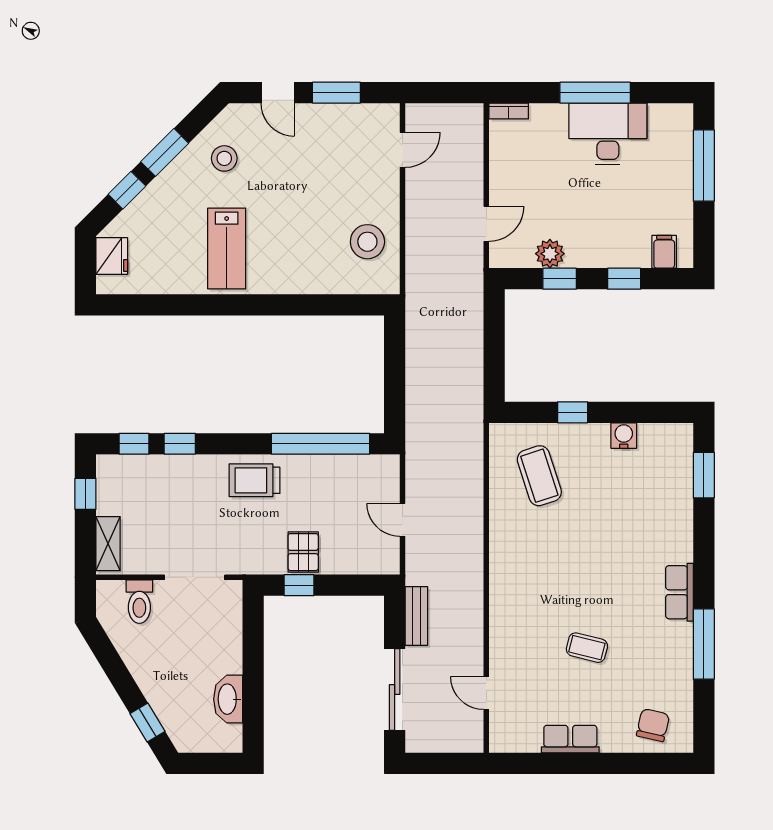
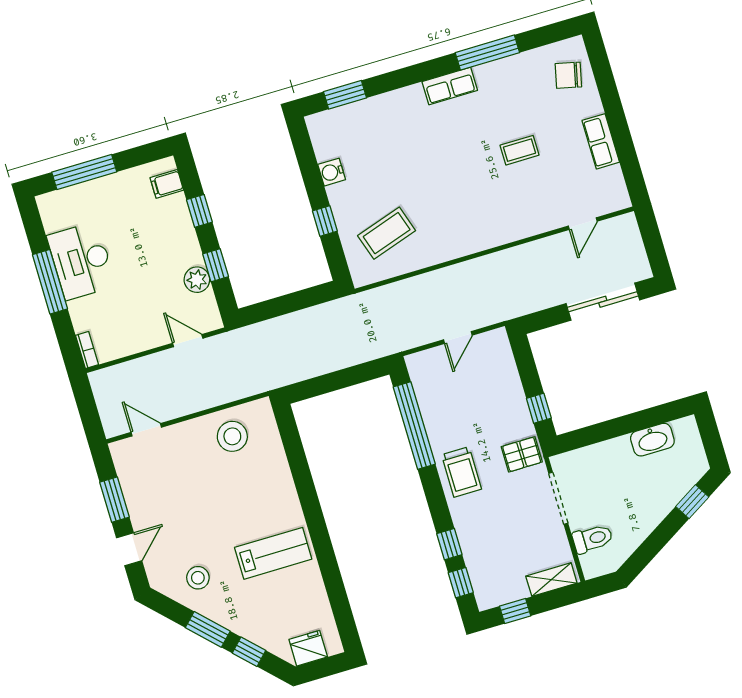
pallet: (303, 552) -> (522, 454), moved
bench: (416, 616) -> (535, 302), removed
coffee table: (587, 648) -> (519, 150), turned 76

